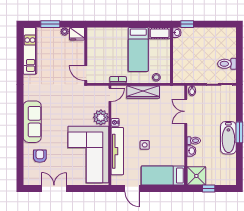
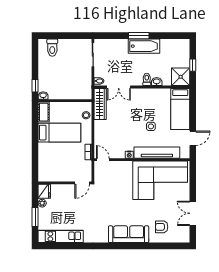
toilet: (227, 64) -> (52, 48), moved
wardrobe: (143, 92) -> (100, 104), moved
plant: (101, 117) -> (125, 168), removed

